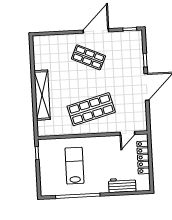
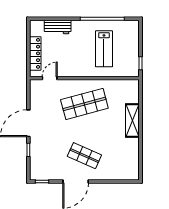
shelving: (42, 95) -> (132, 121), width x0.68

